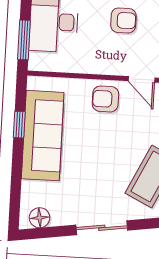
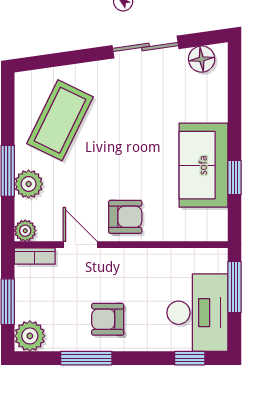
sofa: (43, 136) -> (203, 165), width x0.73
sliding door: (102, 228) -> (145, 47), moved

